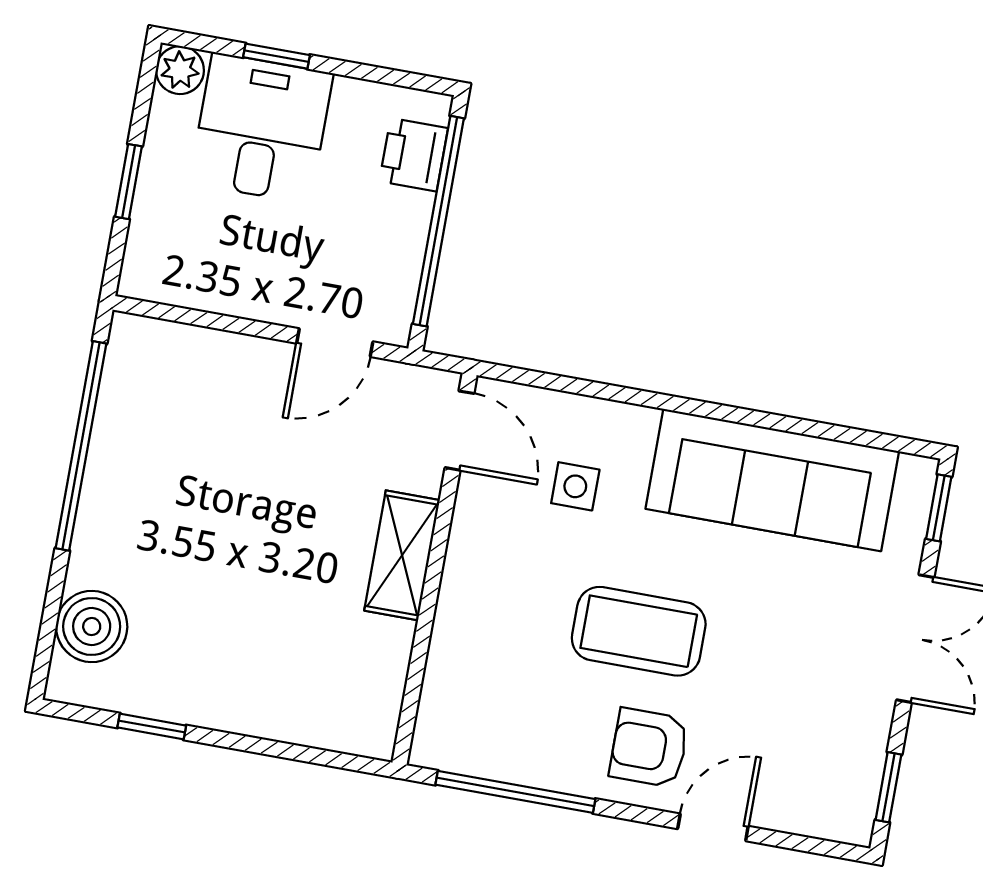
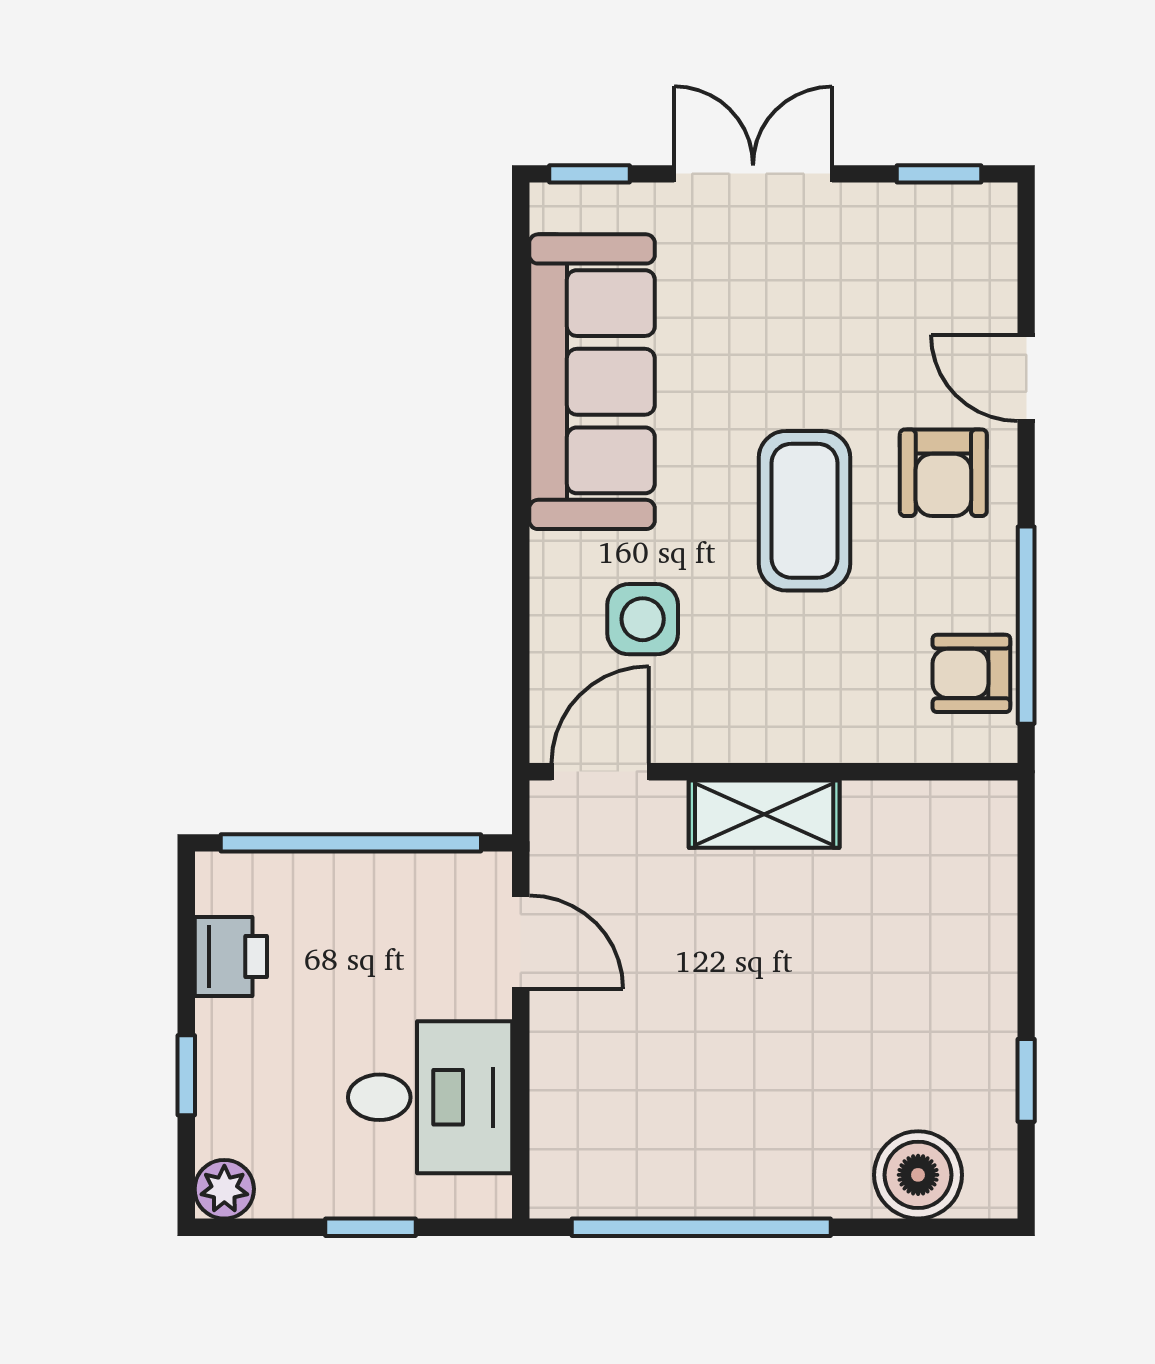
desk: (261, 128) -> (430, 1097), moved, turned 180
printer: (414, 155) -> (231, 956), moved, turned -90
side table: (575, 486) -> (643, 619), width x1.37, depth x1.37
armchair: (485, 741) -> (971, 673), added

